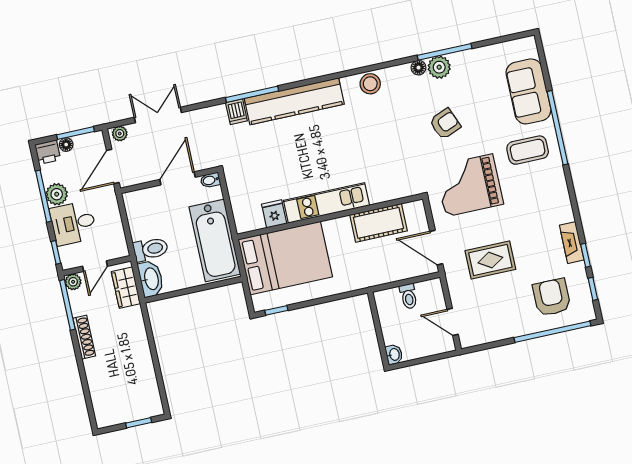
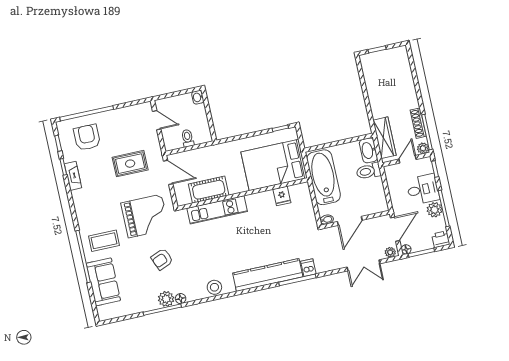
floor lamp: (66, 145) -> (406, 249), moved
kitchen unit: (326, 203) -> (217, 210), moved
wardrobe: (126, 288) -> (385, 138), width x1.50
armchair: (552, 297) -> (87, 137), turned 180
shoe rack: (84, 337) -> (418, 123), moved

